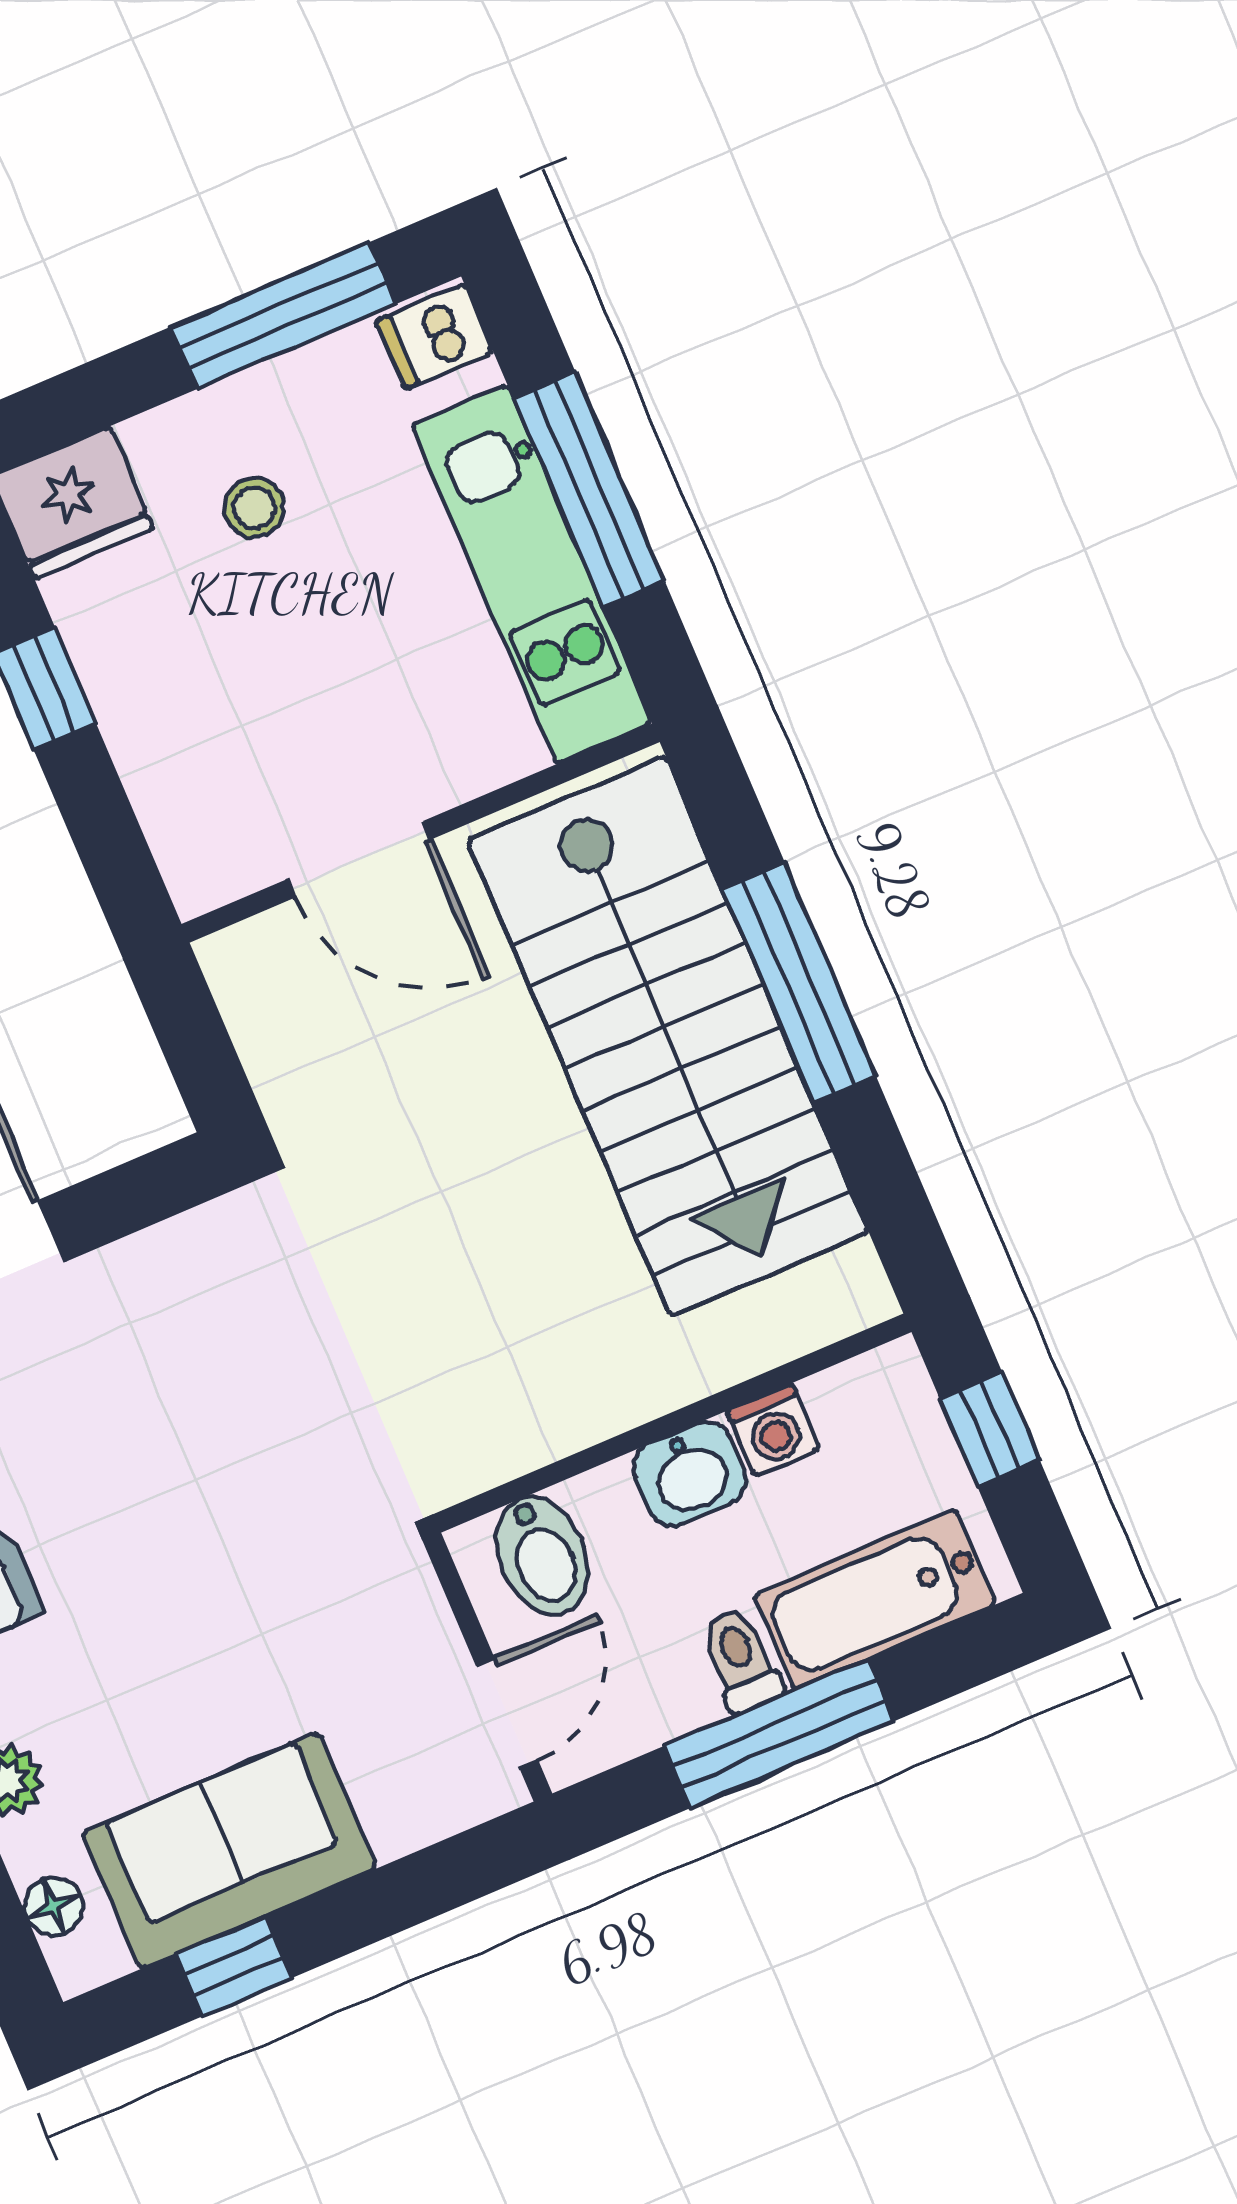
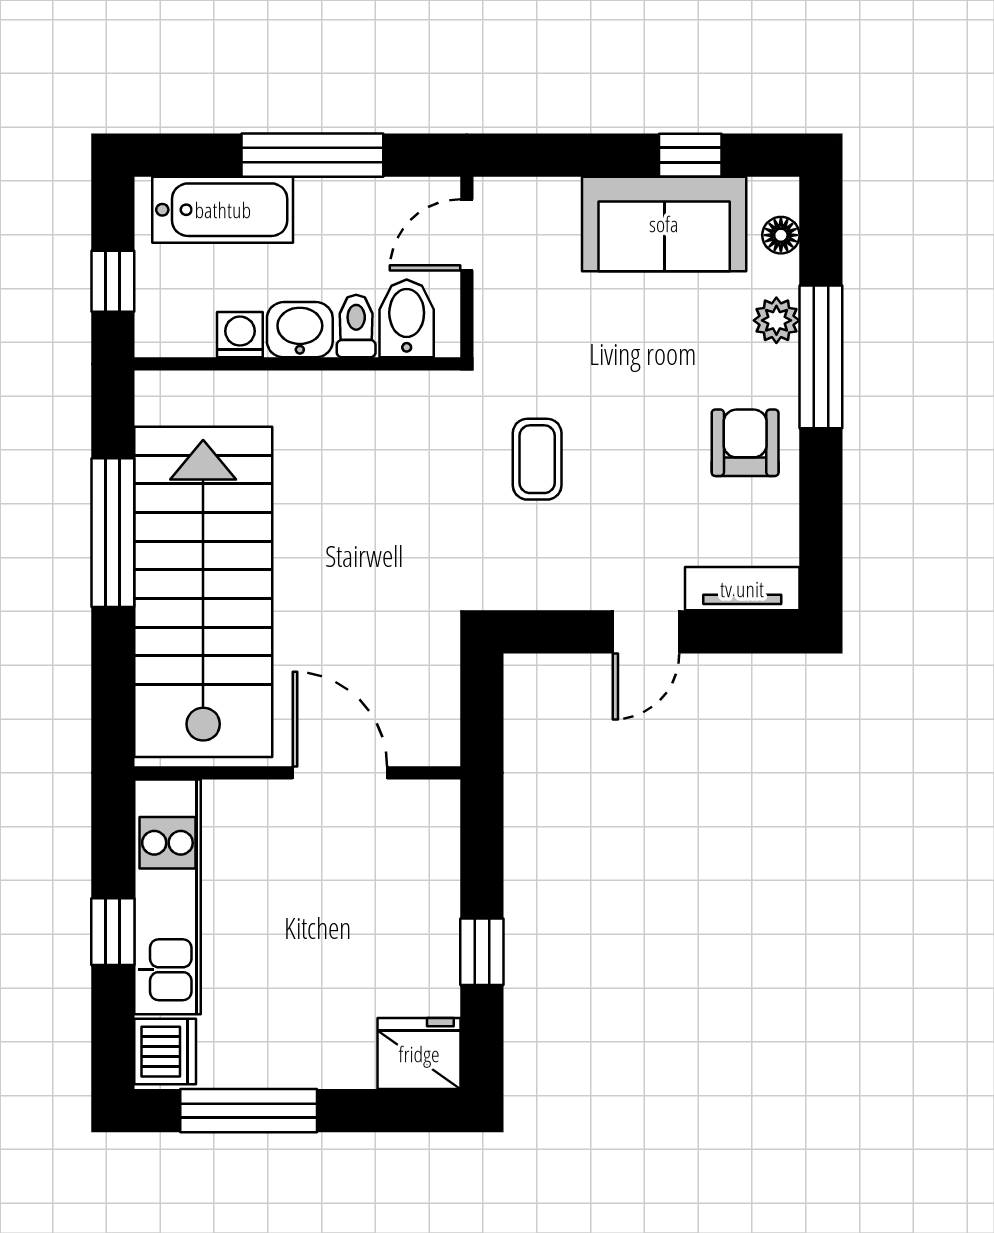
dishwasher: (434, 336) -> (165, 1052), width x1.38
window: (589, 490) -> (113, 932), width x0.46
stool: (254, 508) -> (314, 1005), removed
window: (799, 983) -> (113, 533), moved
coffee table: (268, 1433) -> (537, 459), added
toilet: (741, 1660) -> (356, 326), moved, turned 180

